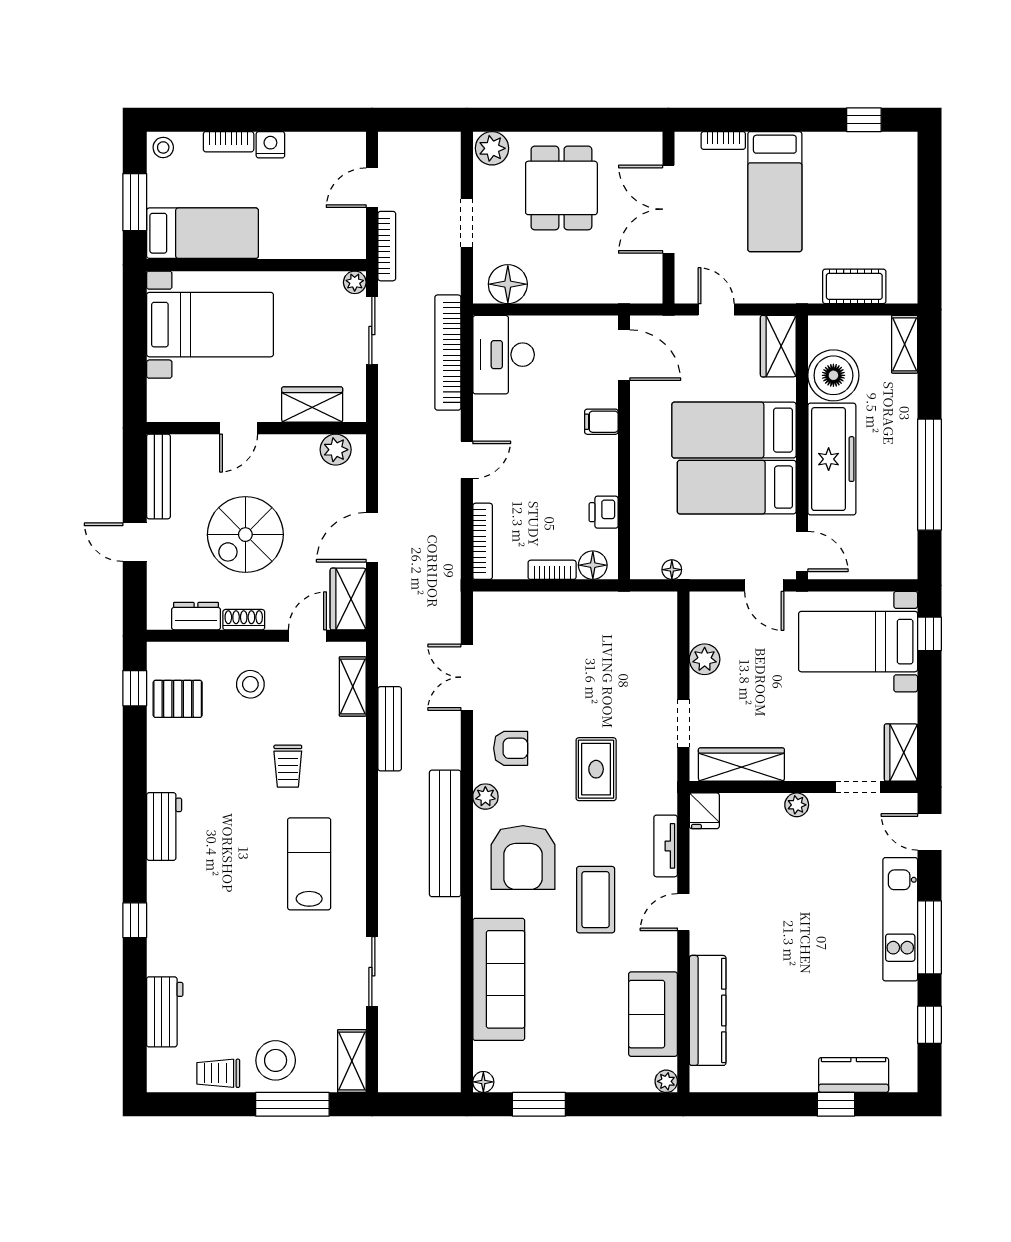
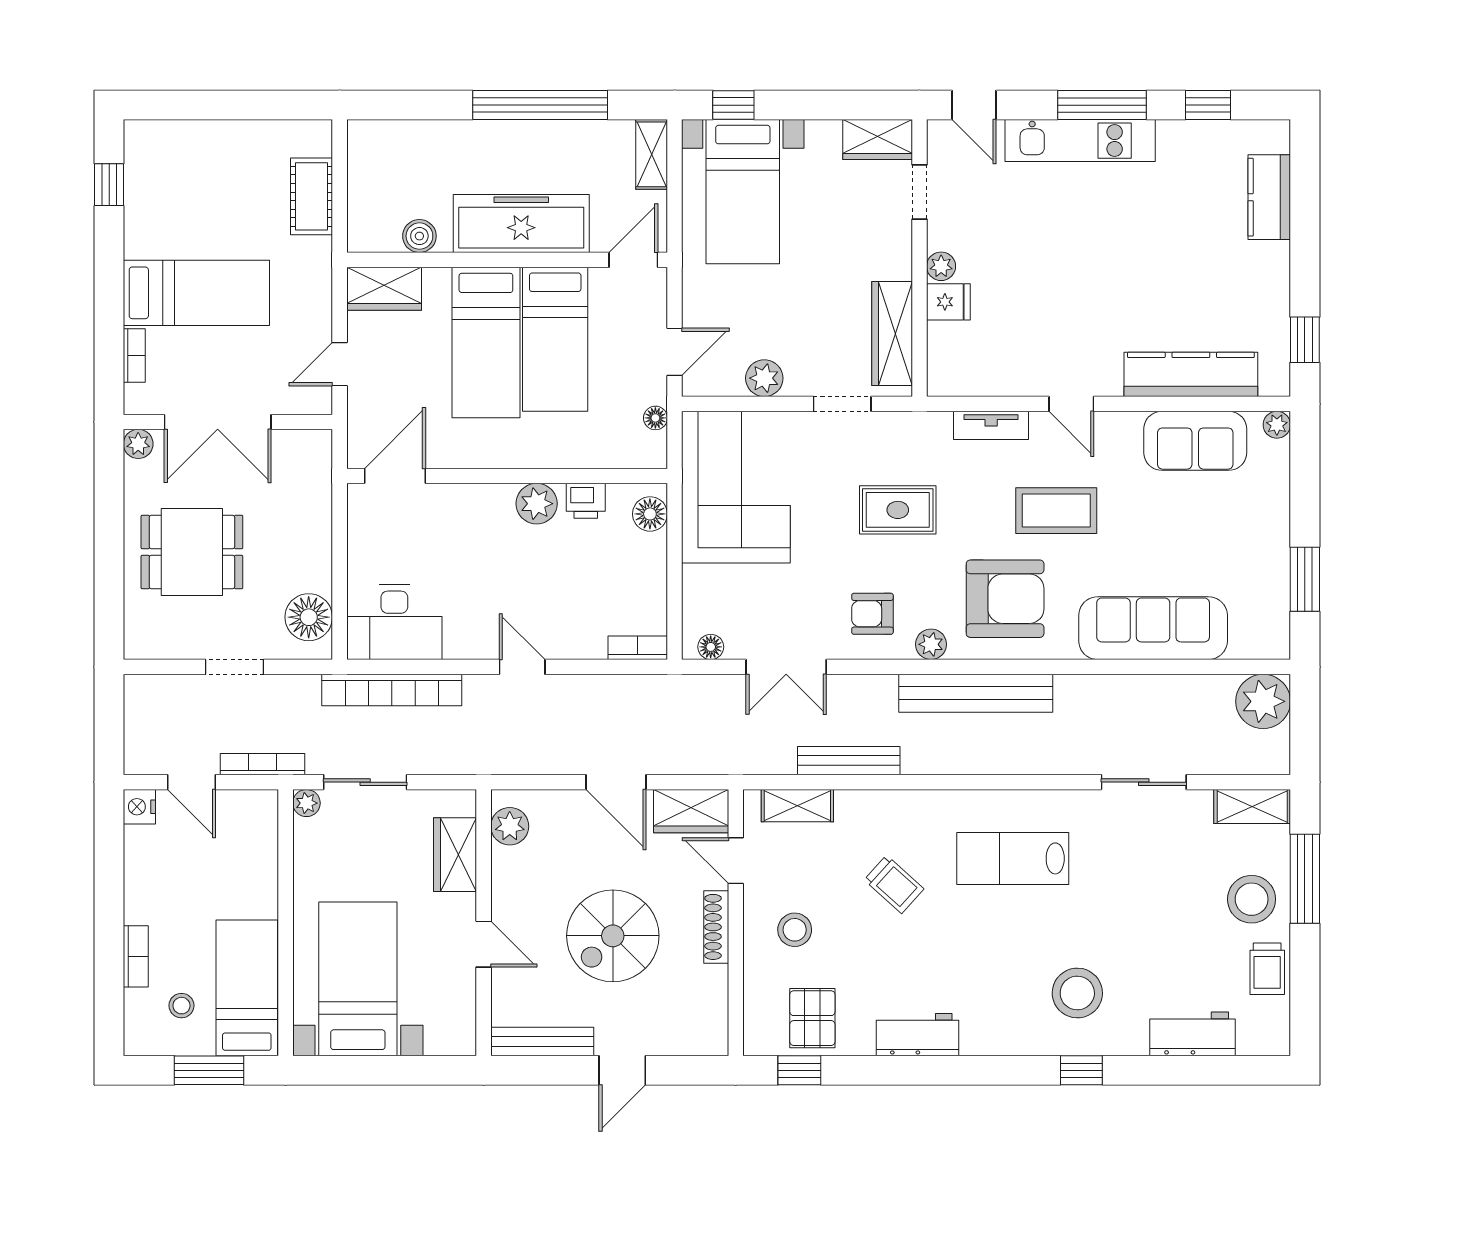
nightstand: (270, 145) -> (139, 807), moved
stool: (163, 147) -> (181, 1006), moved
plant: (492, 148) -> (138, 444), moved, width x0.73, depth x0.73
shelving: (905, 344) -> (652, 154), moved, turned 90
boiler: (833, 375) -> (419, 236), width x0.54, depth x0.54
filing cabinet: (601, 422) -> (476, 504), removed
plant: (601, 472) -> (537, 504), added
spiral stairs: (245, 535) -> (613, 936), turned 90
bookcase: (483, 541) -> (638, 648), width x0.64
bookcase: (552, 570) -> (656, 563), removed
door: (764, 585) -> (675, 352), moved
dresser: (196, 616) -> (712, 996), removed
shoe rack: (244, 620) -> (716, 927), width x1.43
corner sofa: (615, 636) -> (736, 487), added
armchair: (511, 748) -> (872, 614), turned -90
trolley: (288, 766) -> (894, 884), turned 42
fridge: (704, 811) -> (948, 302), moved
workbench: (164, 826) -> (917, 1035), moved
door: (929, 832) -> (974, 105), hinge flipped
stool: (198, 917) -> (1077, 993), added
plant: (438, 1070) -> (1263, 701), added
floor lamp: (483, 1082) -> (711, 647), moved
window: (836, 1104) -> (1305, 340), moved

